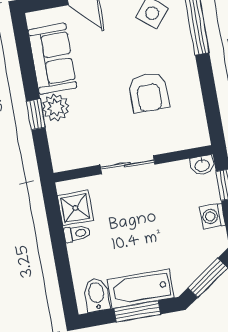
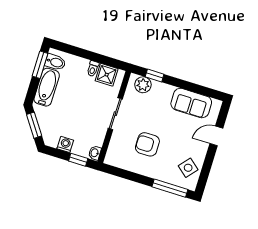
plant: (56, 108) -> (143, 85), moved
window: (36, 114) -> (155, 75), moved
window: (137, 311) -> (40, 65), moved

